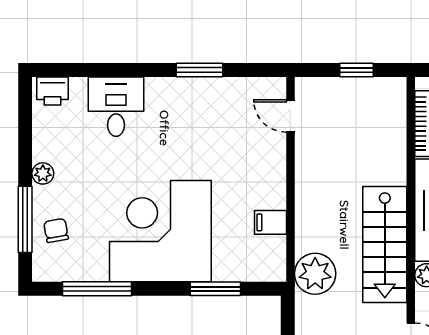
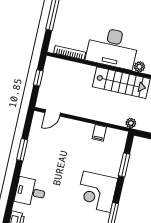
corner desk: (160, 231) -> (97, 192), width x0.74, depth x0.74
plant: (315, 274) -> (131, 123), width x0.53, depth x0.53

